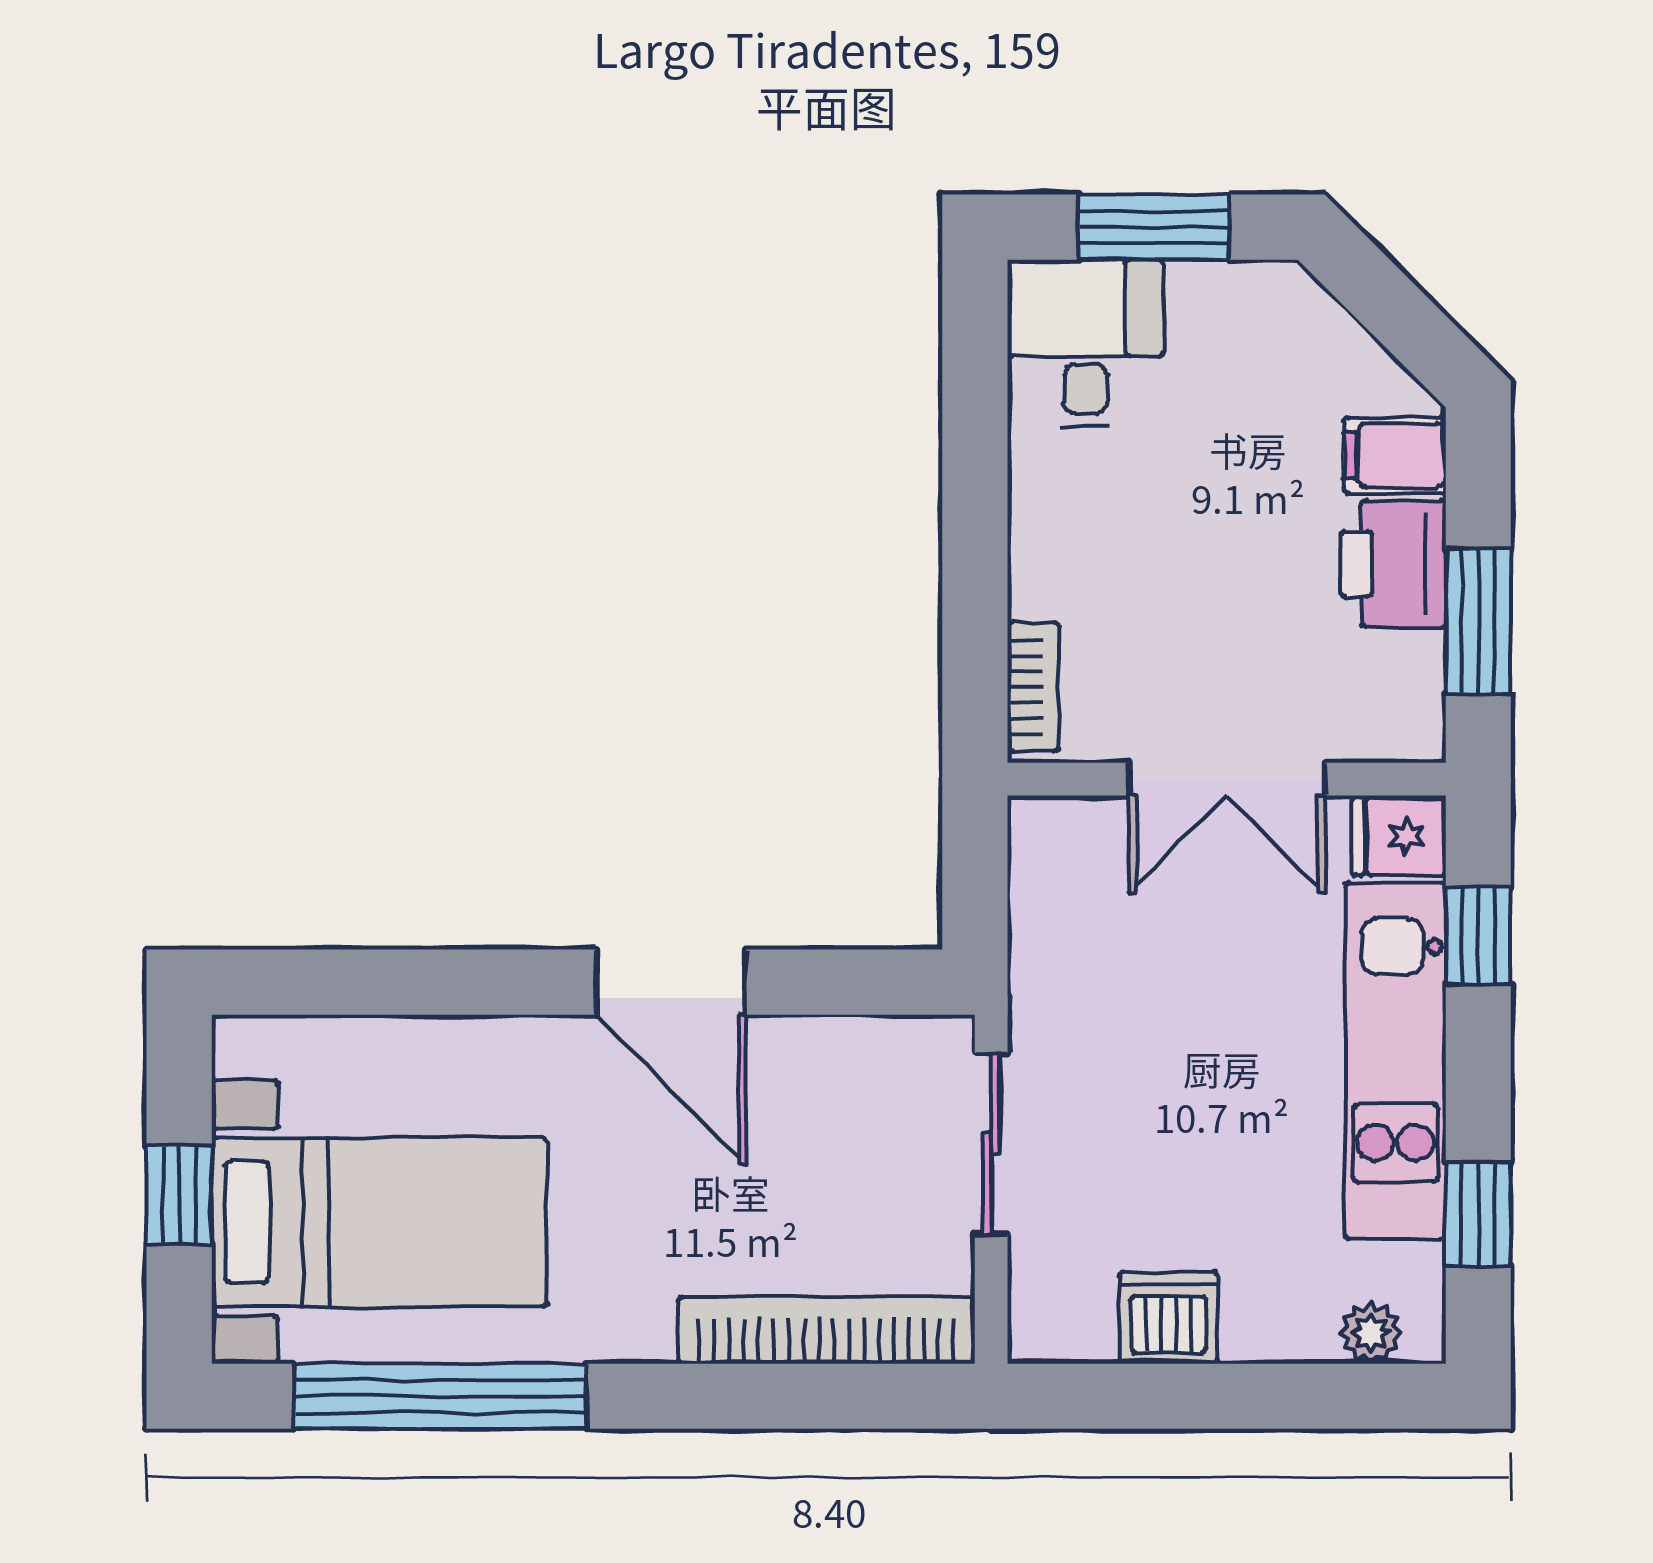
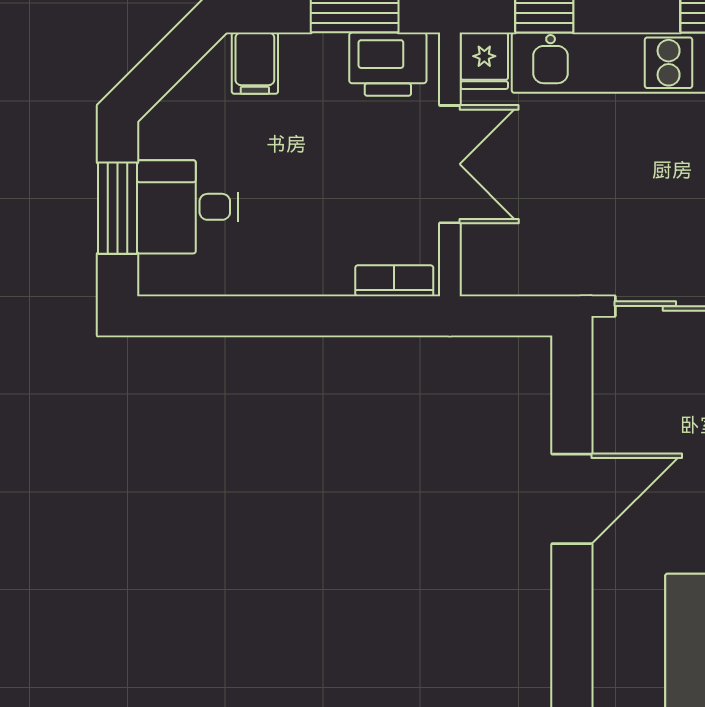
desk: (1085, 343) -> (188, 207), moved
printer: (1393, 564) -> (388, 64), moved

